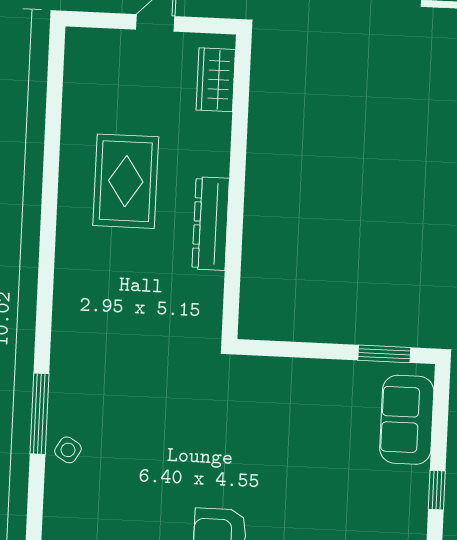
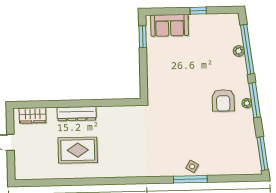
dresser: (211, 224) -> (77, 114), moved
window: (39, 414) -> (190, 179), moved

